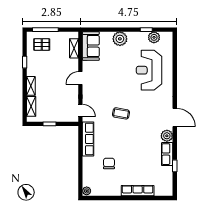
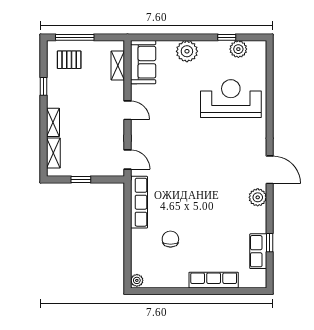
reception desk: (149, 70) -> (231, 99), turned 90
door: (80, 78) -> (128, 110), swing flipped
coffee table: (121, 113) -> (189, 164), removed
row of seats: (167, 154) -> (258, 251), moved

